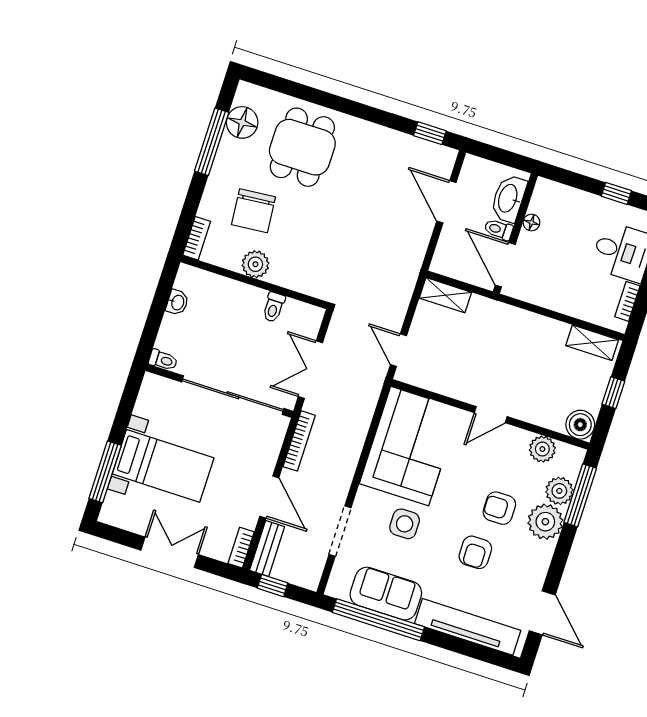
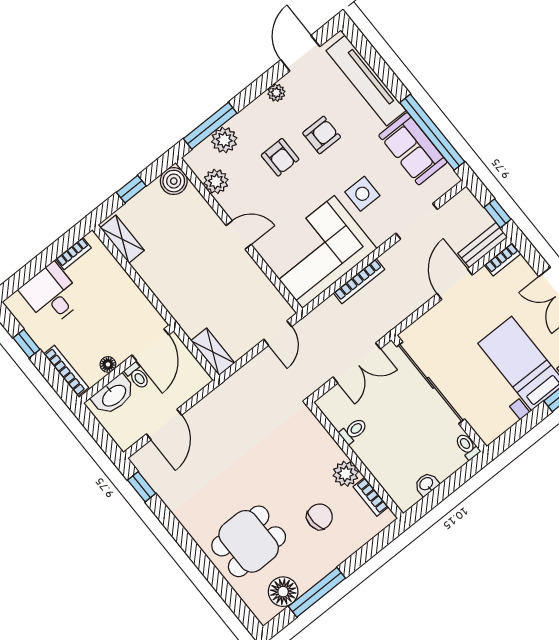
bookcase: (565, 192) -> (66, 371), added
chair: (254, 211) -> (320, 517), width x0.73, depth x0.73
bookcase: (197, 238) -> (371, 497), moved, turned -90
bookcase: (299, 441) -> (359, 281), moved, turned 180
plant: (545, 522) -> (276, 93), moved, width x0.53, depth x0.53

